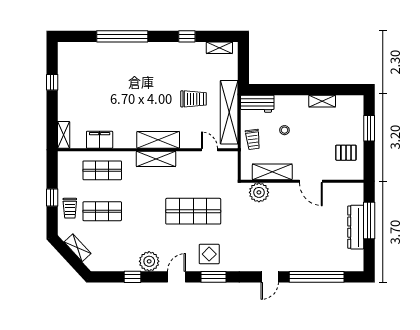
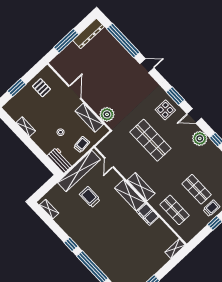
window: (187, 36) -> (71, 244), moved
filing cabinet: (100, 140) -> (148, 214), moved
dresser: (356, 227) -> (89, 33), moved

